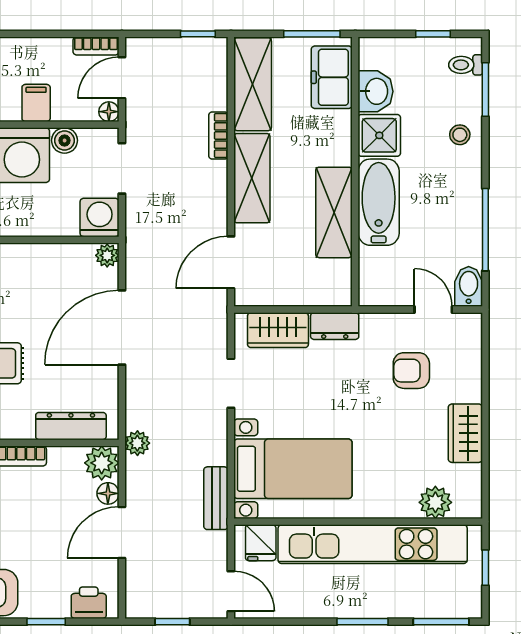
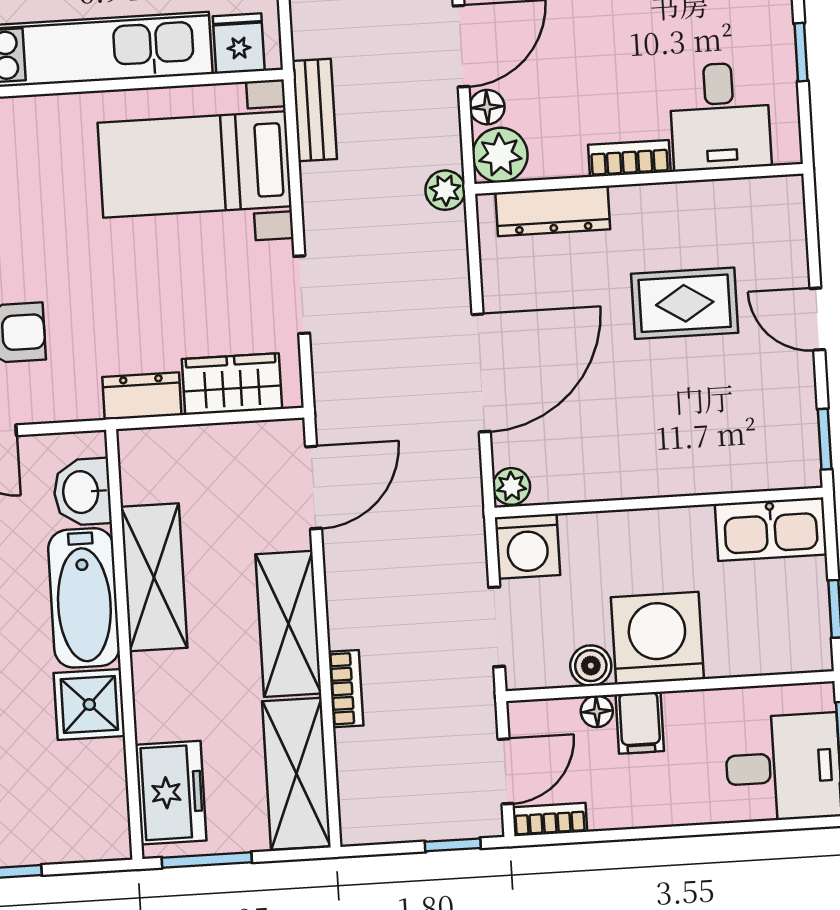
window: (198, 34) -> (453, 845), moved
washbasin: (376, 91) -> (82, 492), moved
floor lamp: (109, 112) -> (597, 711), moved

